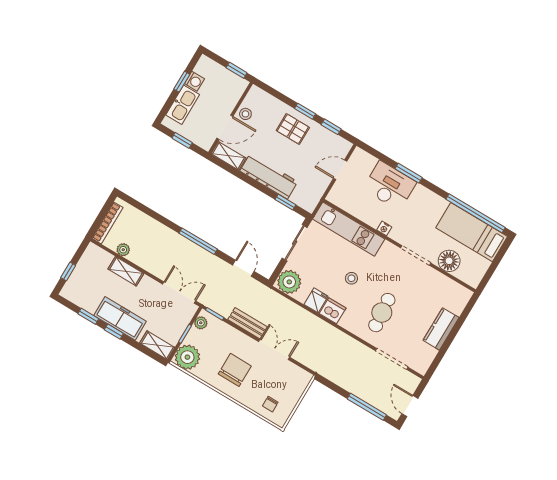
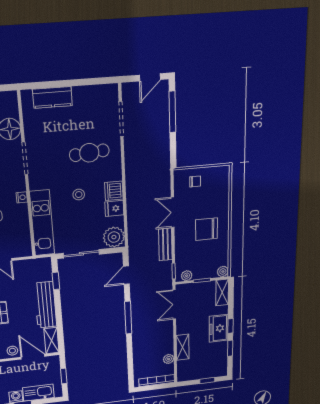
freezer: (120, 318) -> (219, 328), width x0.71
kitchen counter: (441, 329) -> (52, 97), moved
plant: (187, 357) -> (223, 271), width x0.53, depth x0.53
chair: (270, 404) -> (195, 181), moved

